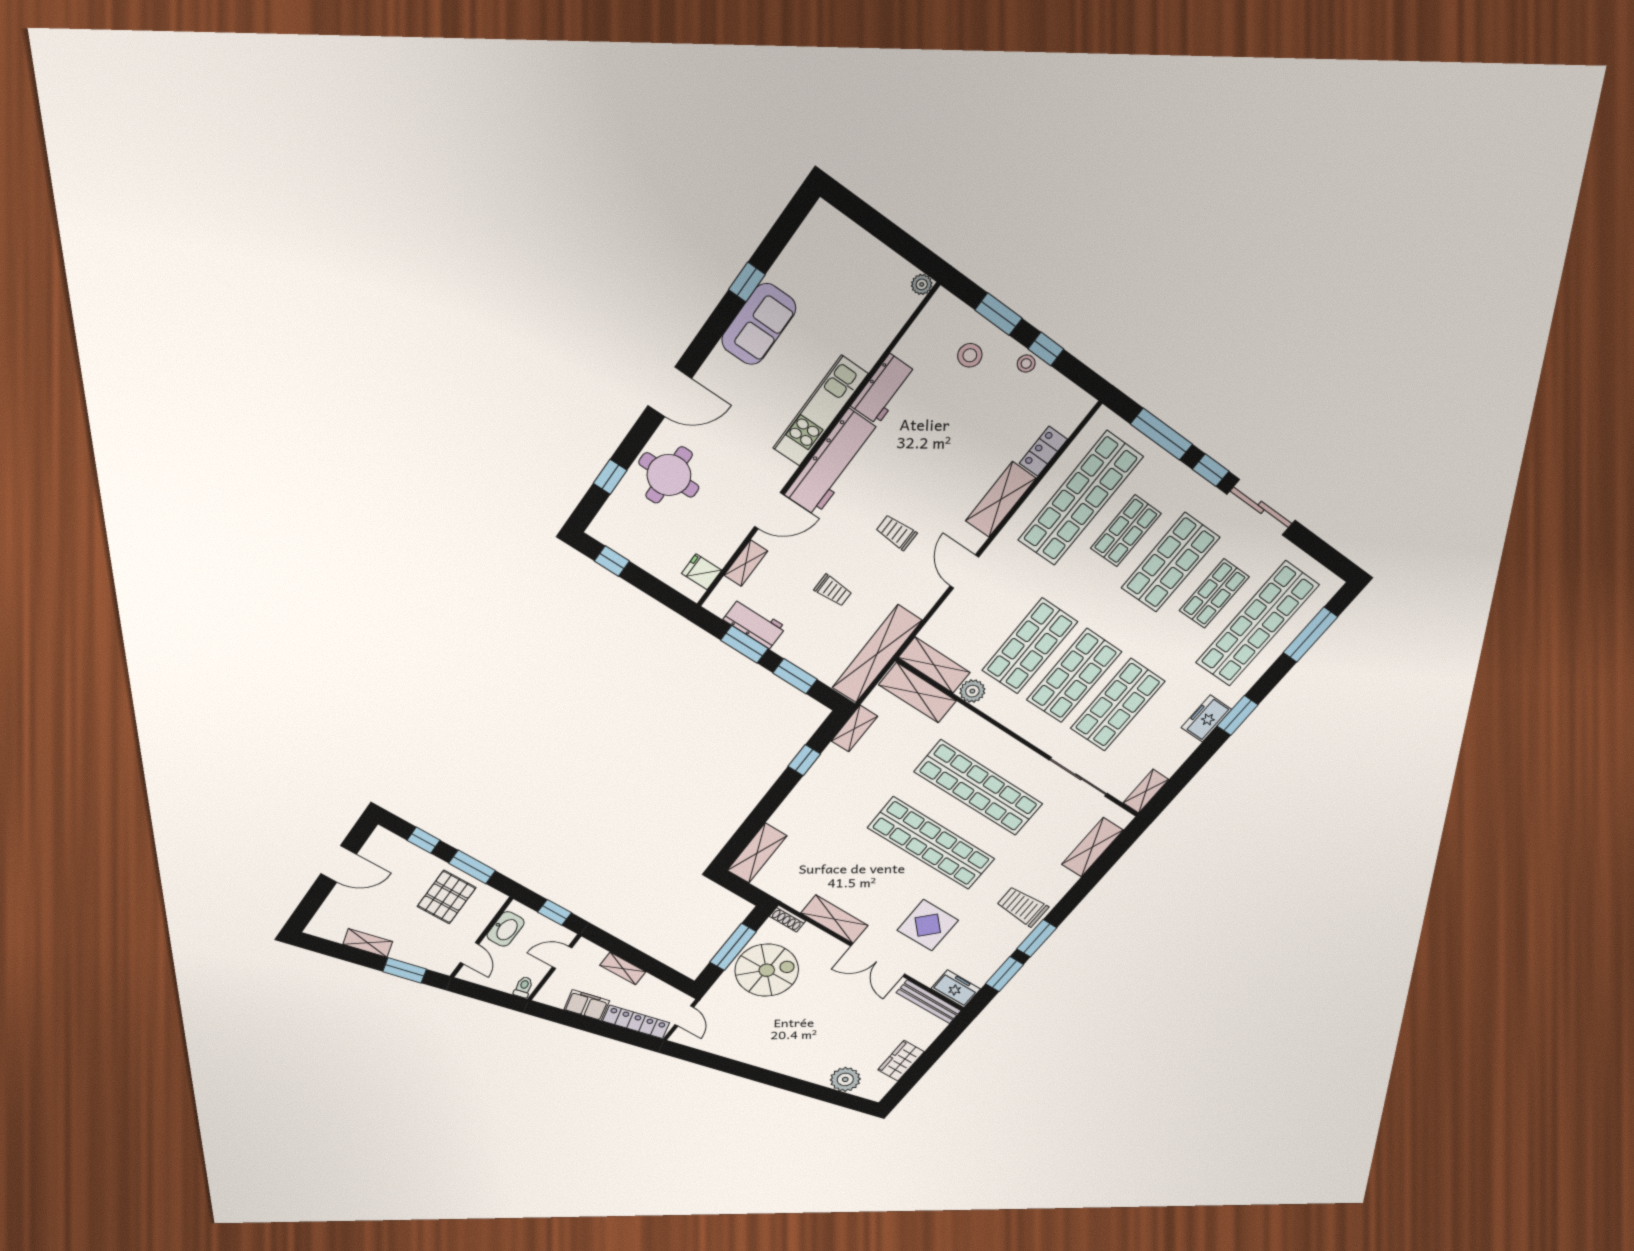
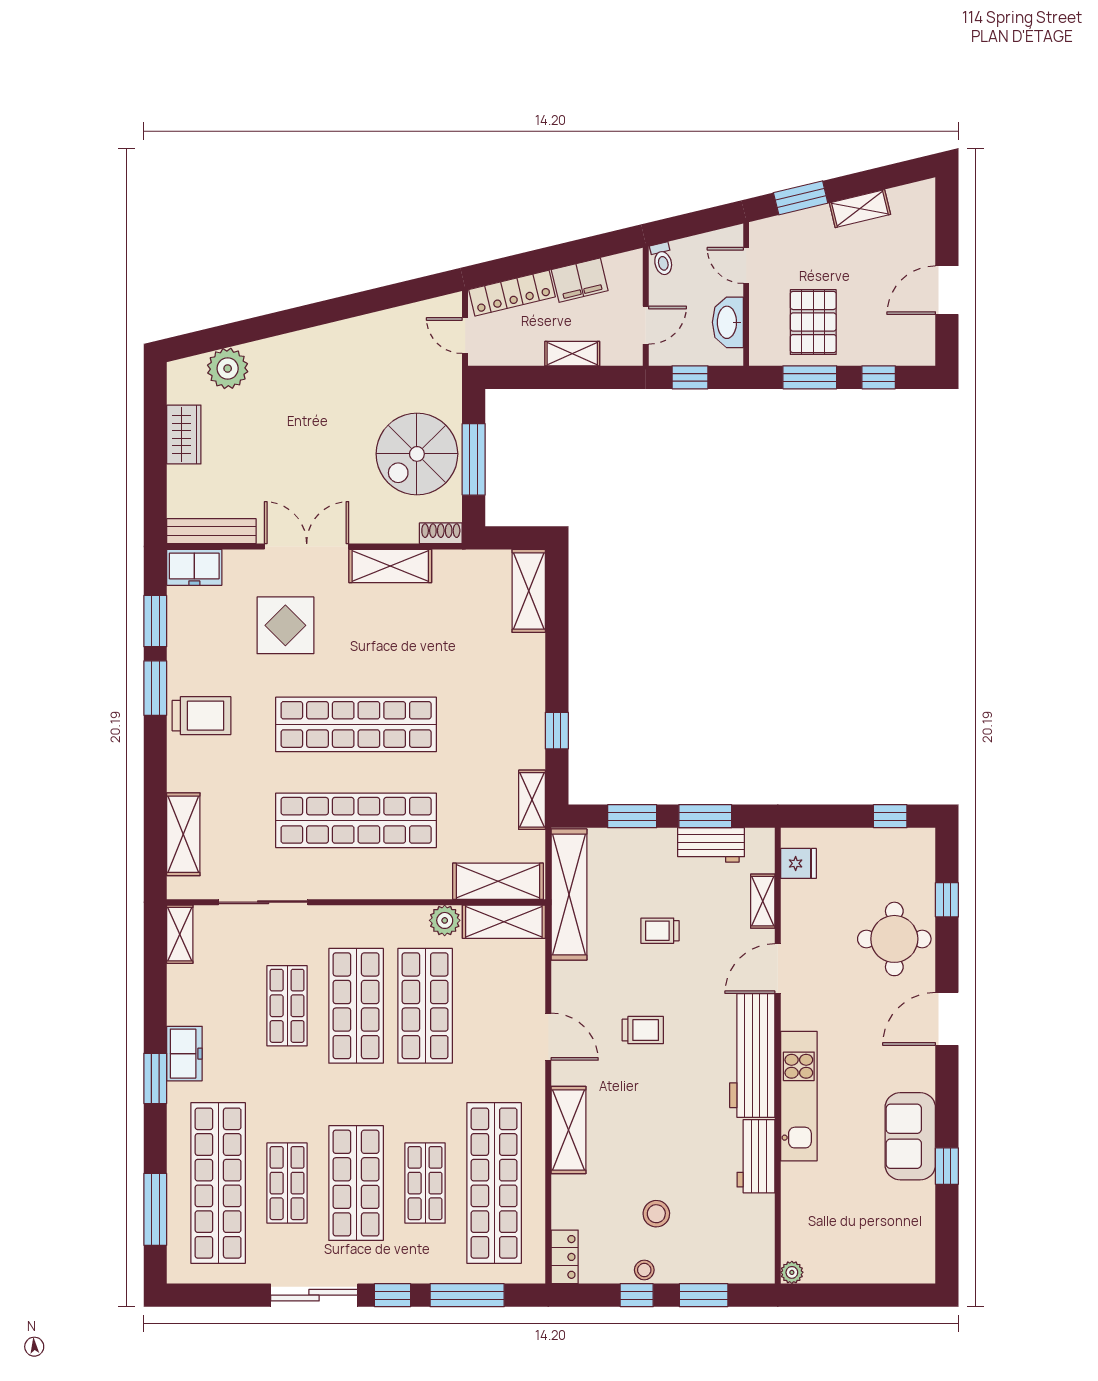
stool: (970, 355) -> (656, 1214), moved
locker: (1043, 451) -> (565, 1257), moved
shop shelf: (1117, 705) -> (287, 1006), width x0.70, depth x0.74

